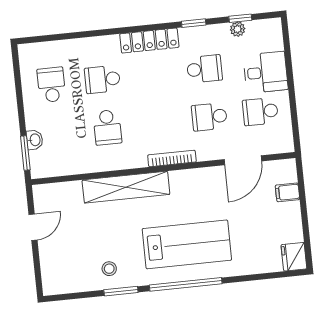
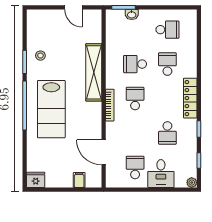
plant: (238, 29) -> (192, 183), moved
school desk: (209, 117) -> (135, 99), moved

